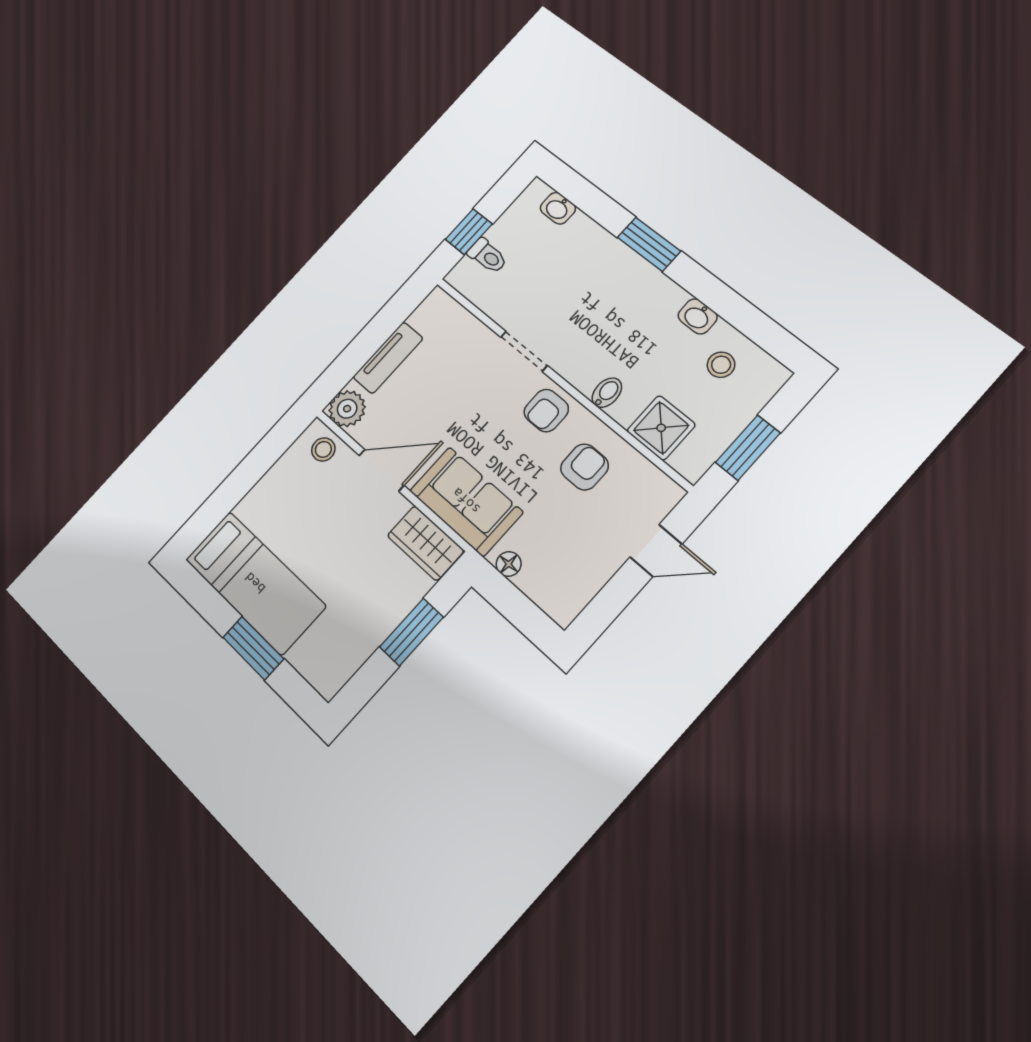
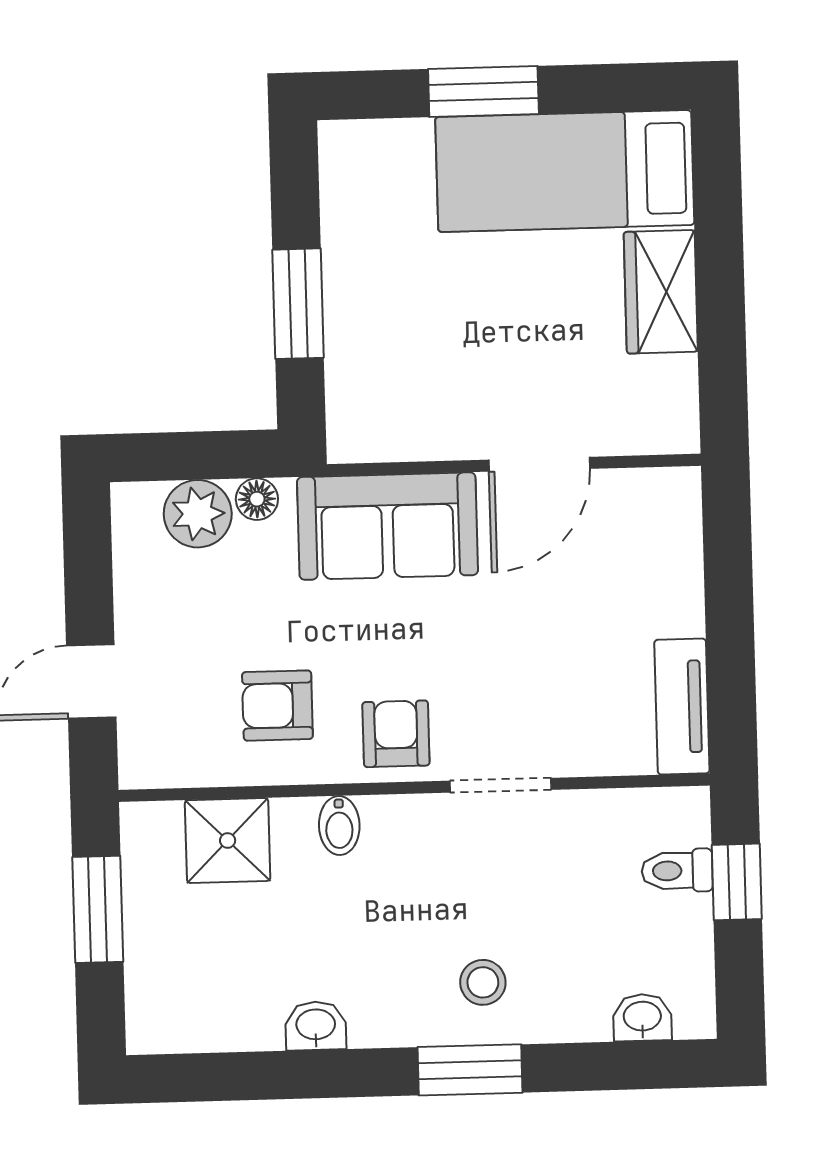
tv unit: (388, 358) -> (682, 707), moved
stool: (721, 365) -> (483, 982), moved
plant: (347, 409) -> (198, 514), moved
stool: (323, 449) -> (647, 420), removed
armchair: (585, 467) -> (277, 706), turned 90
wardrobe: (425, 543) -> (661, 292), moved, turned -90

